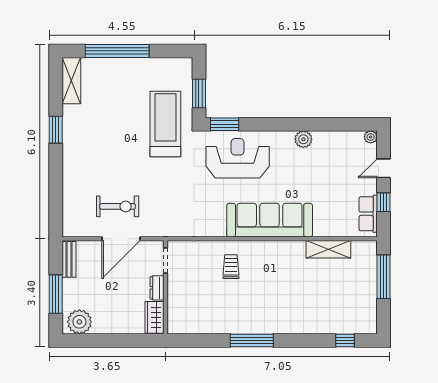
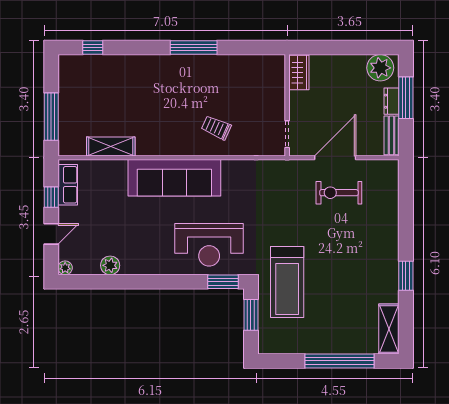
plant: (303, 139) -> (110, 265), moved
trolley: (231, 267) -> (216, 128), turned 114
dresser: (157, 288) -> (392, 101), moved, turned 180

